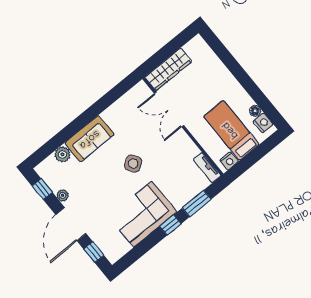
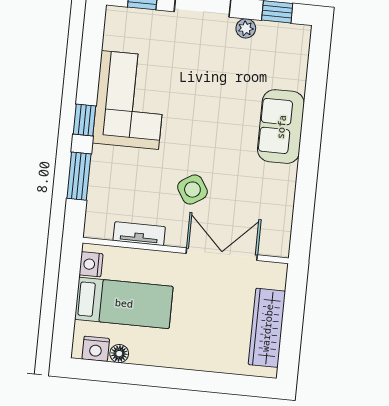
wardrobe: (168, 69) -> (267, 328), moved
plant: (63, 154) -> (294, 76), removed
side table: (133, 164) -> (192, 190), moved
tv unit: (207, 168) -> (139, 234), moved

